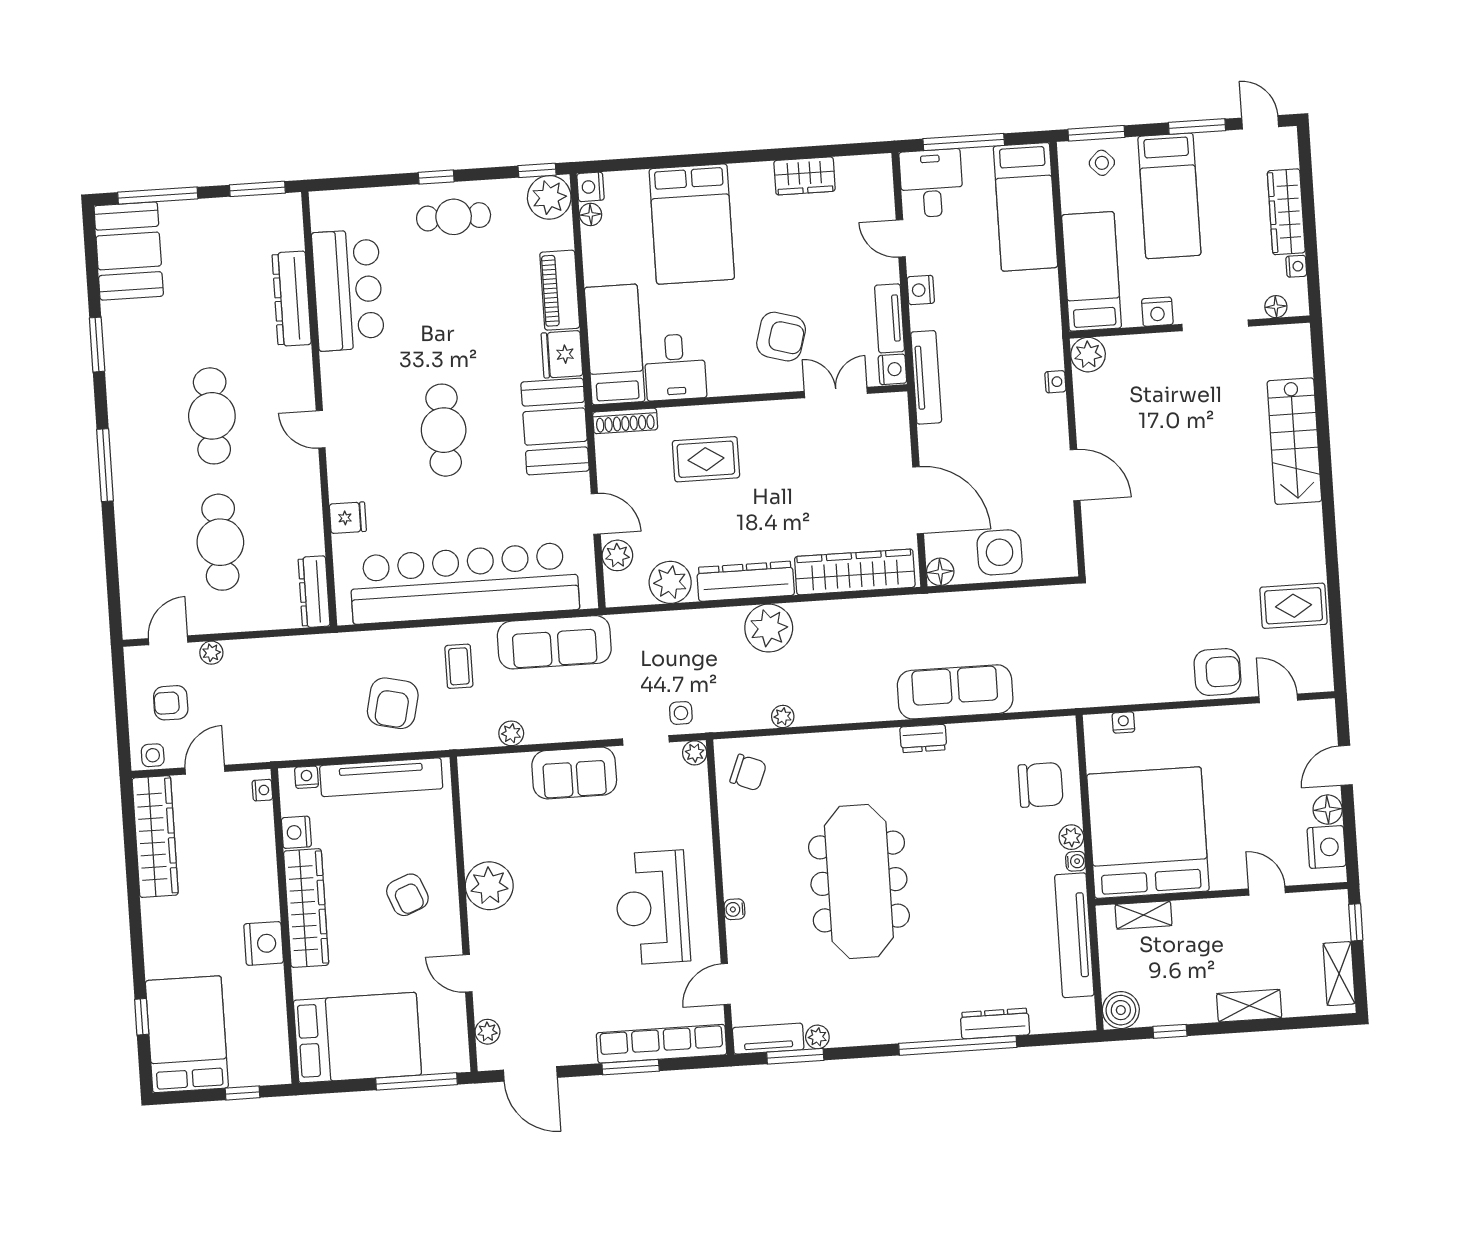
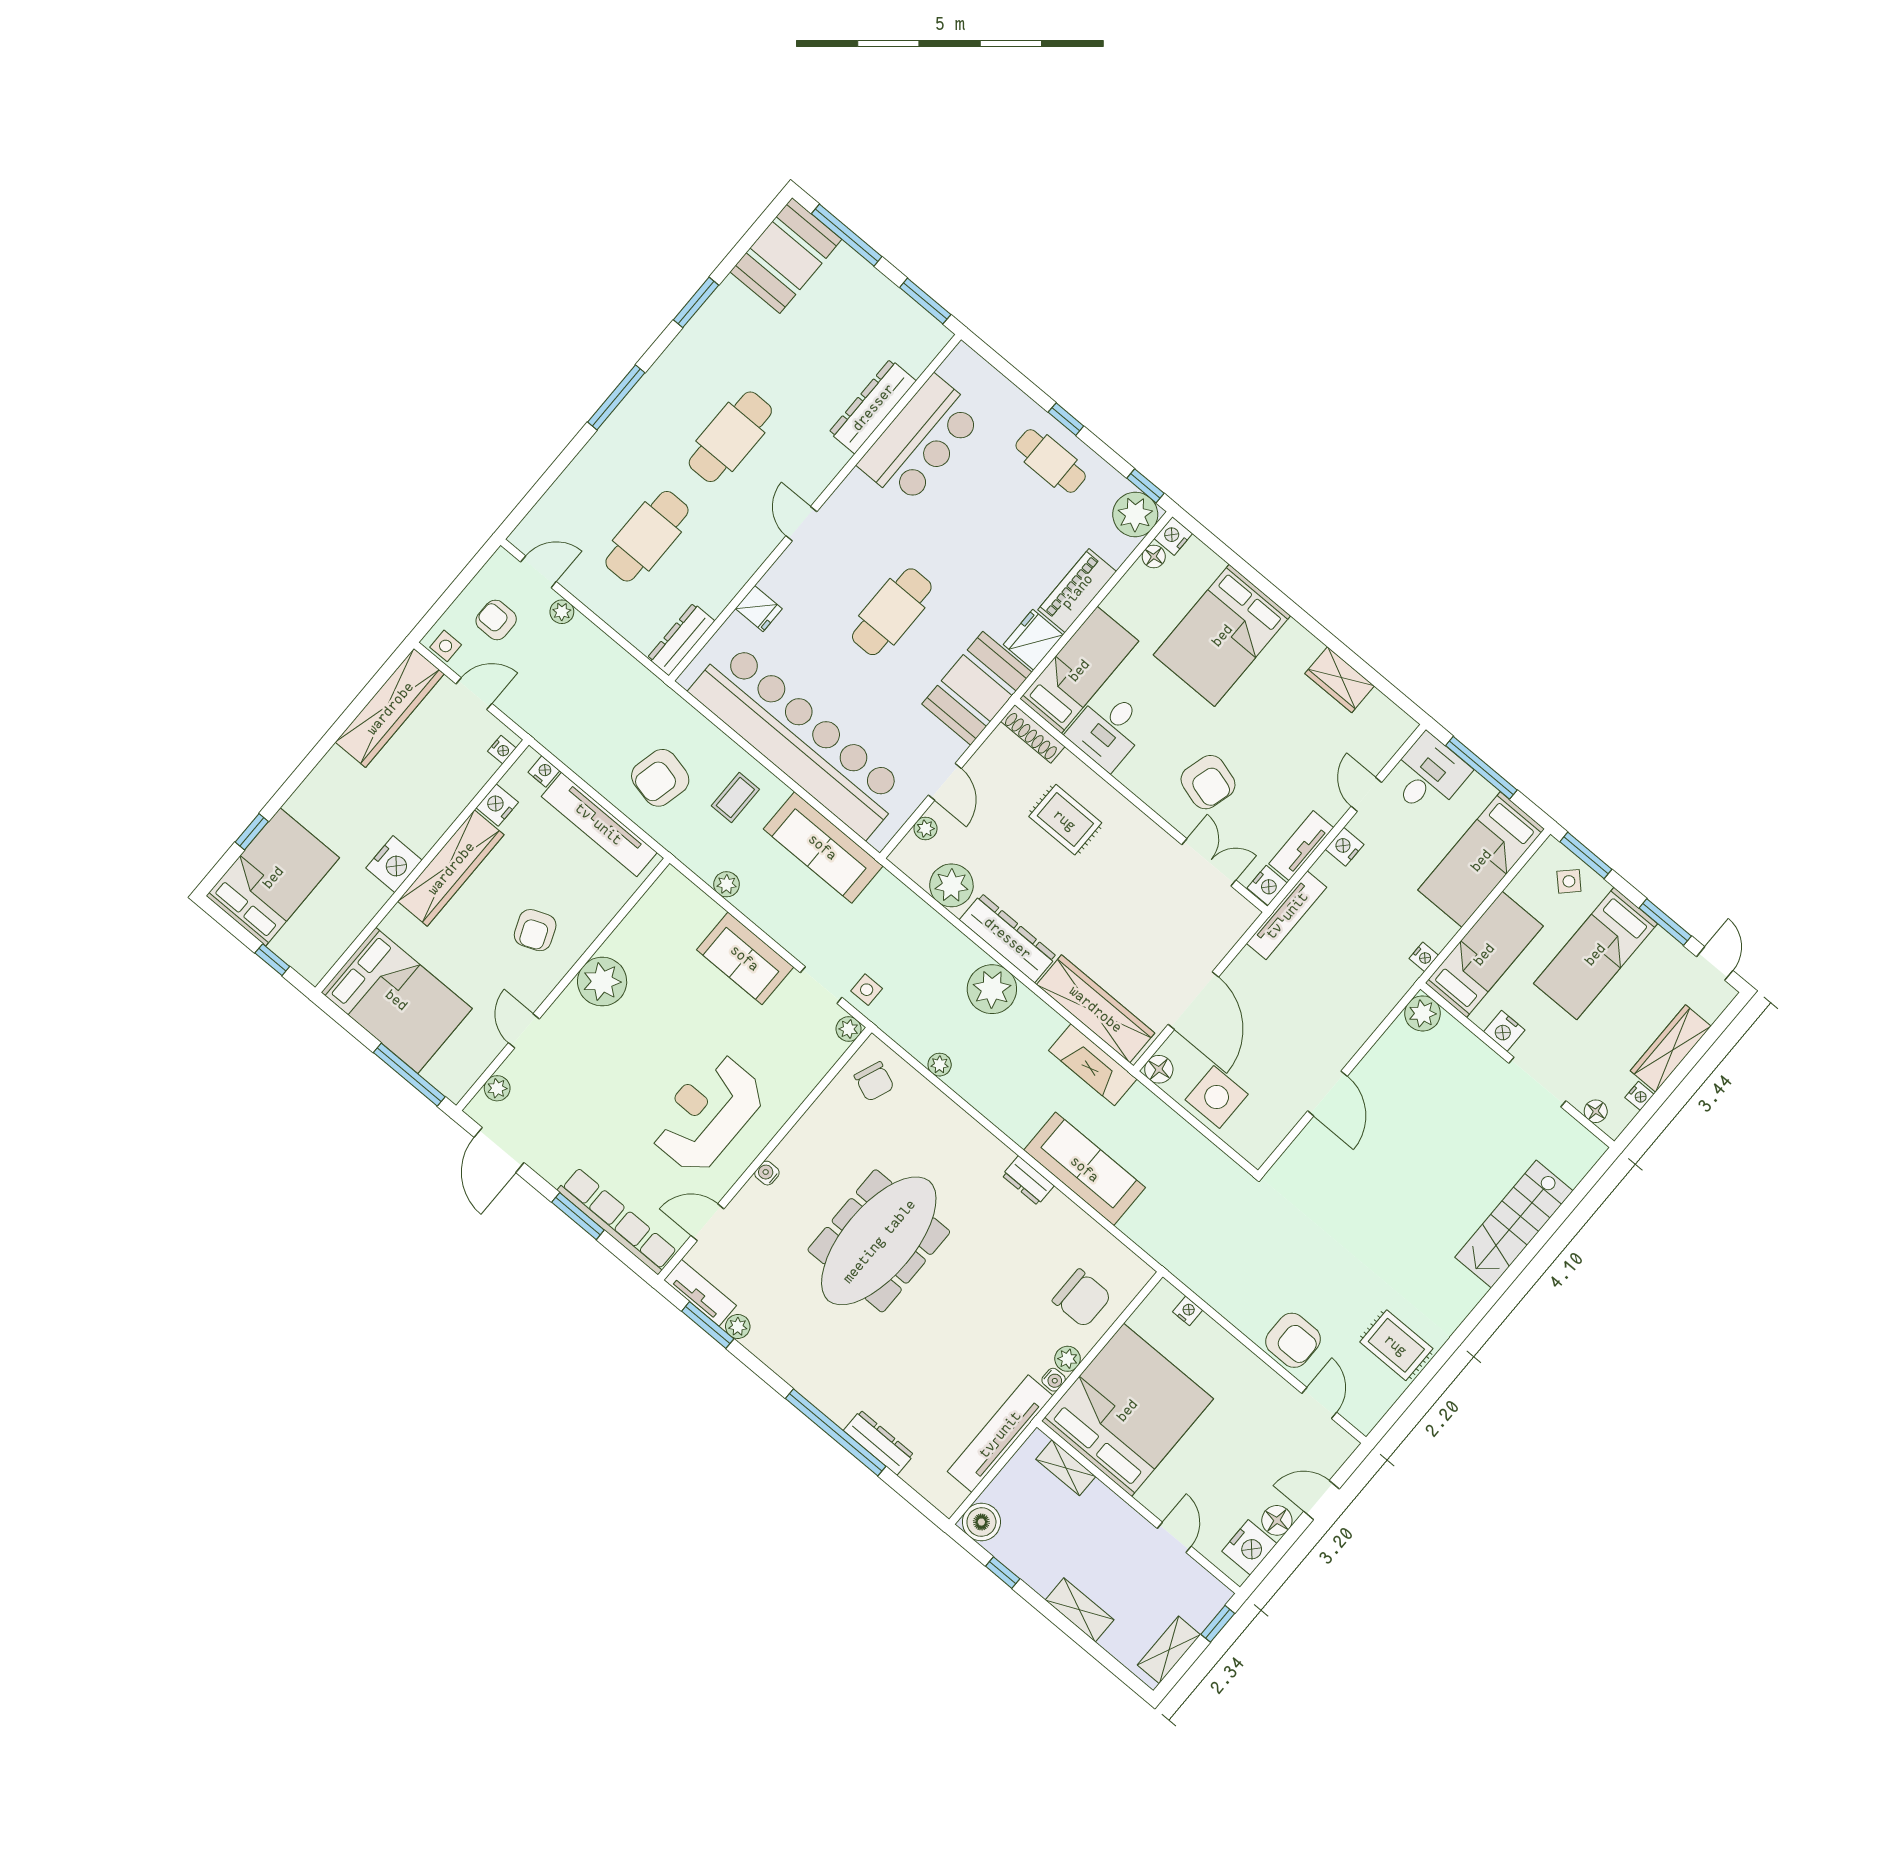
nightstand: (1055, 382) -> (1424, 957), moved
plant: (617, 555) -> (925, 828), width x0.73, depth x0.73
fireplace: (891, 613) -> (1093, 1065), added

